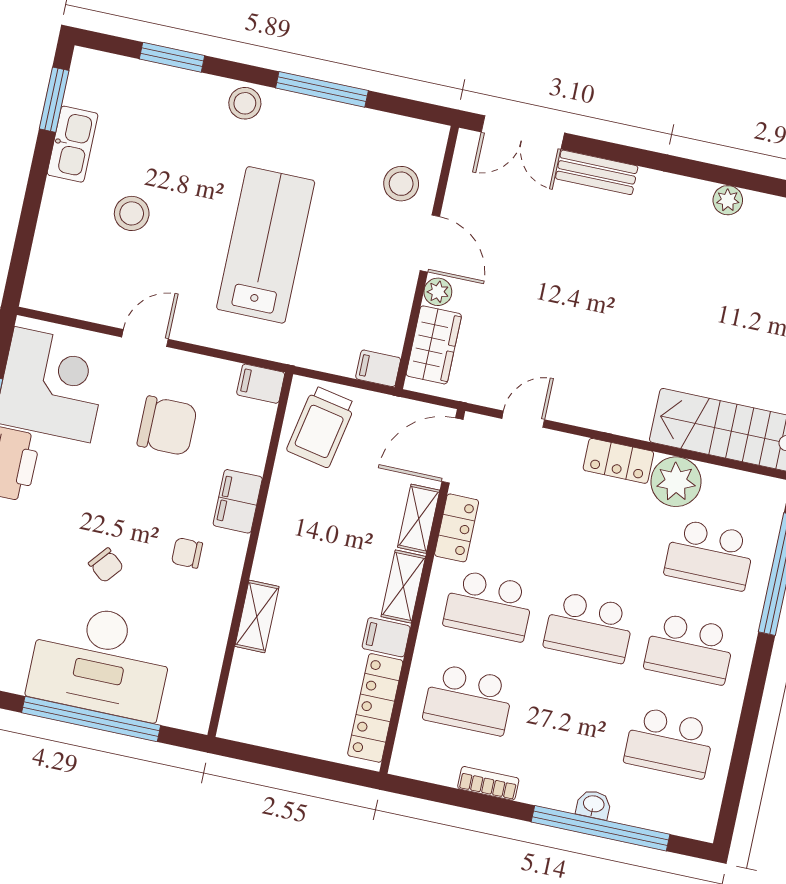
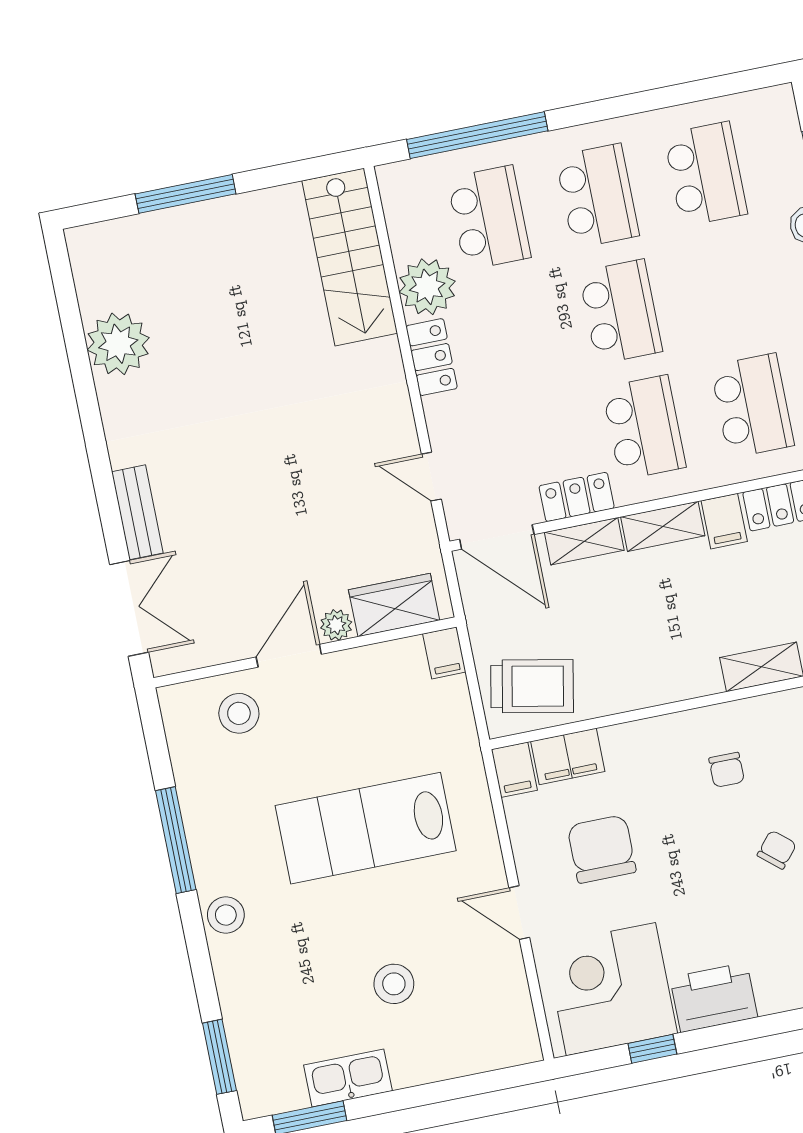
window: (172, 57) -> (219, 1057), moved
plant: (728, 200) -> (118, 344), width x1.87, depth x1.87
filing cabinet: (238, 501) -> (568, 756), moved

